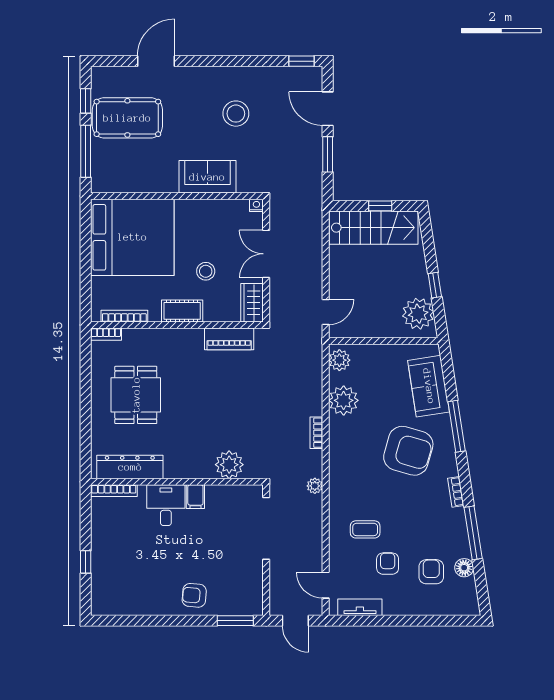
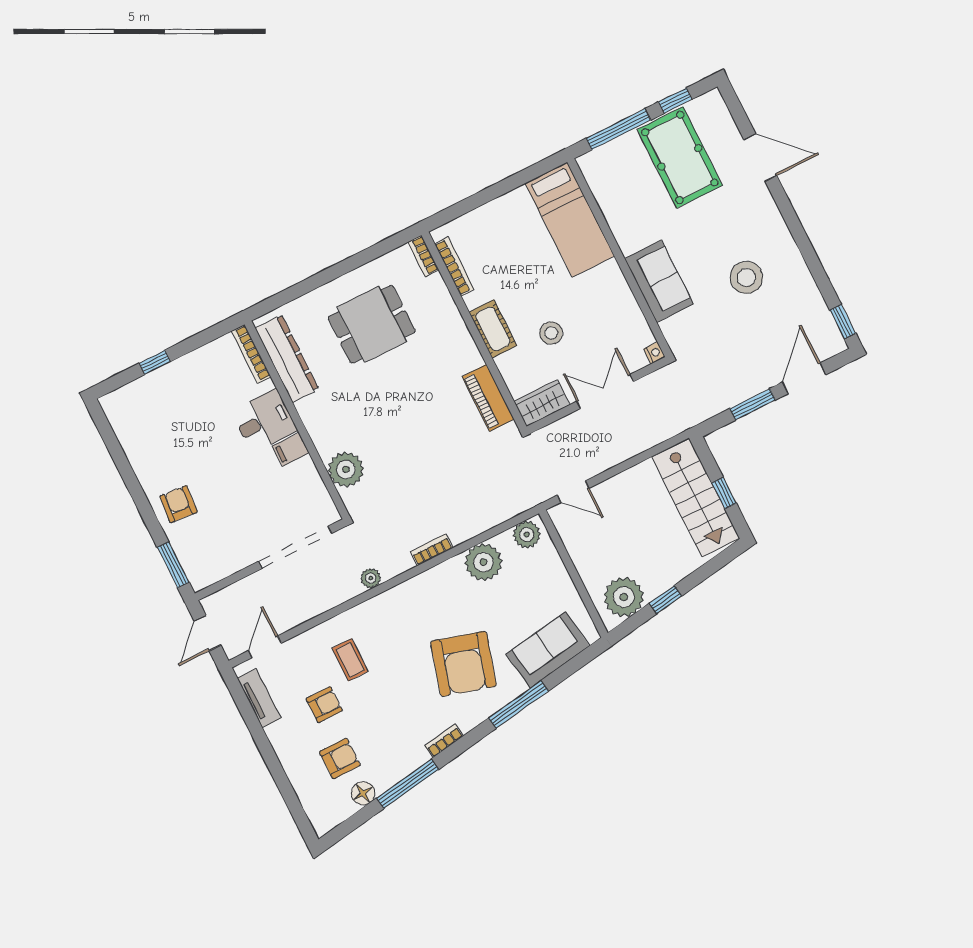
bed: (132, 237) -> (570, 220), width x0.49

